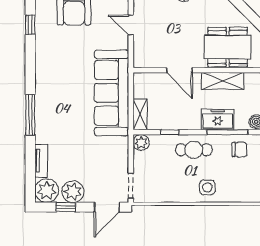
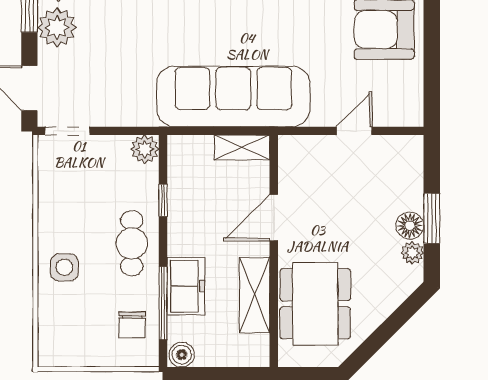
shelving: (140, 114) -> (242, 147), moved

